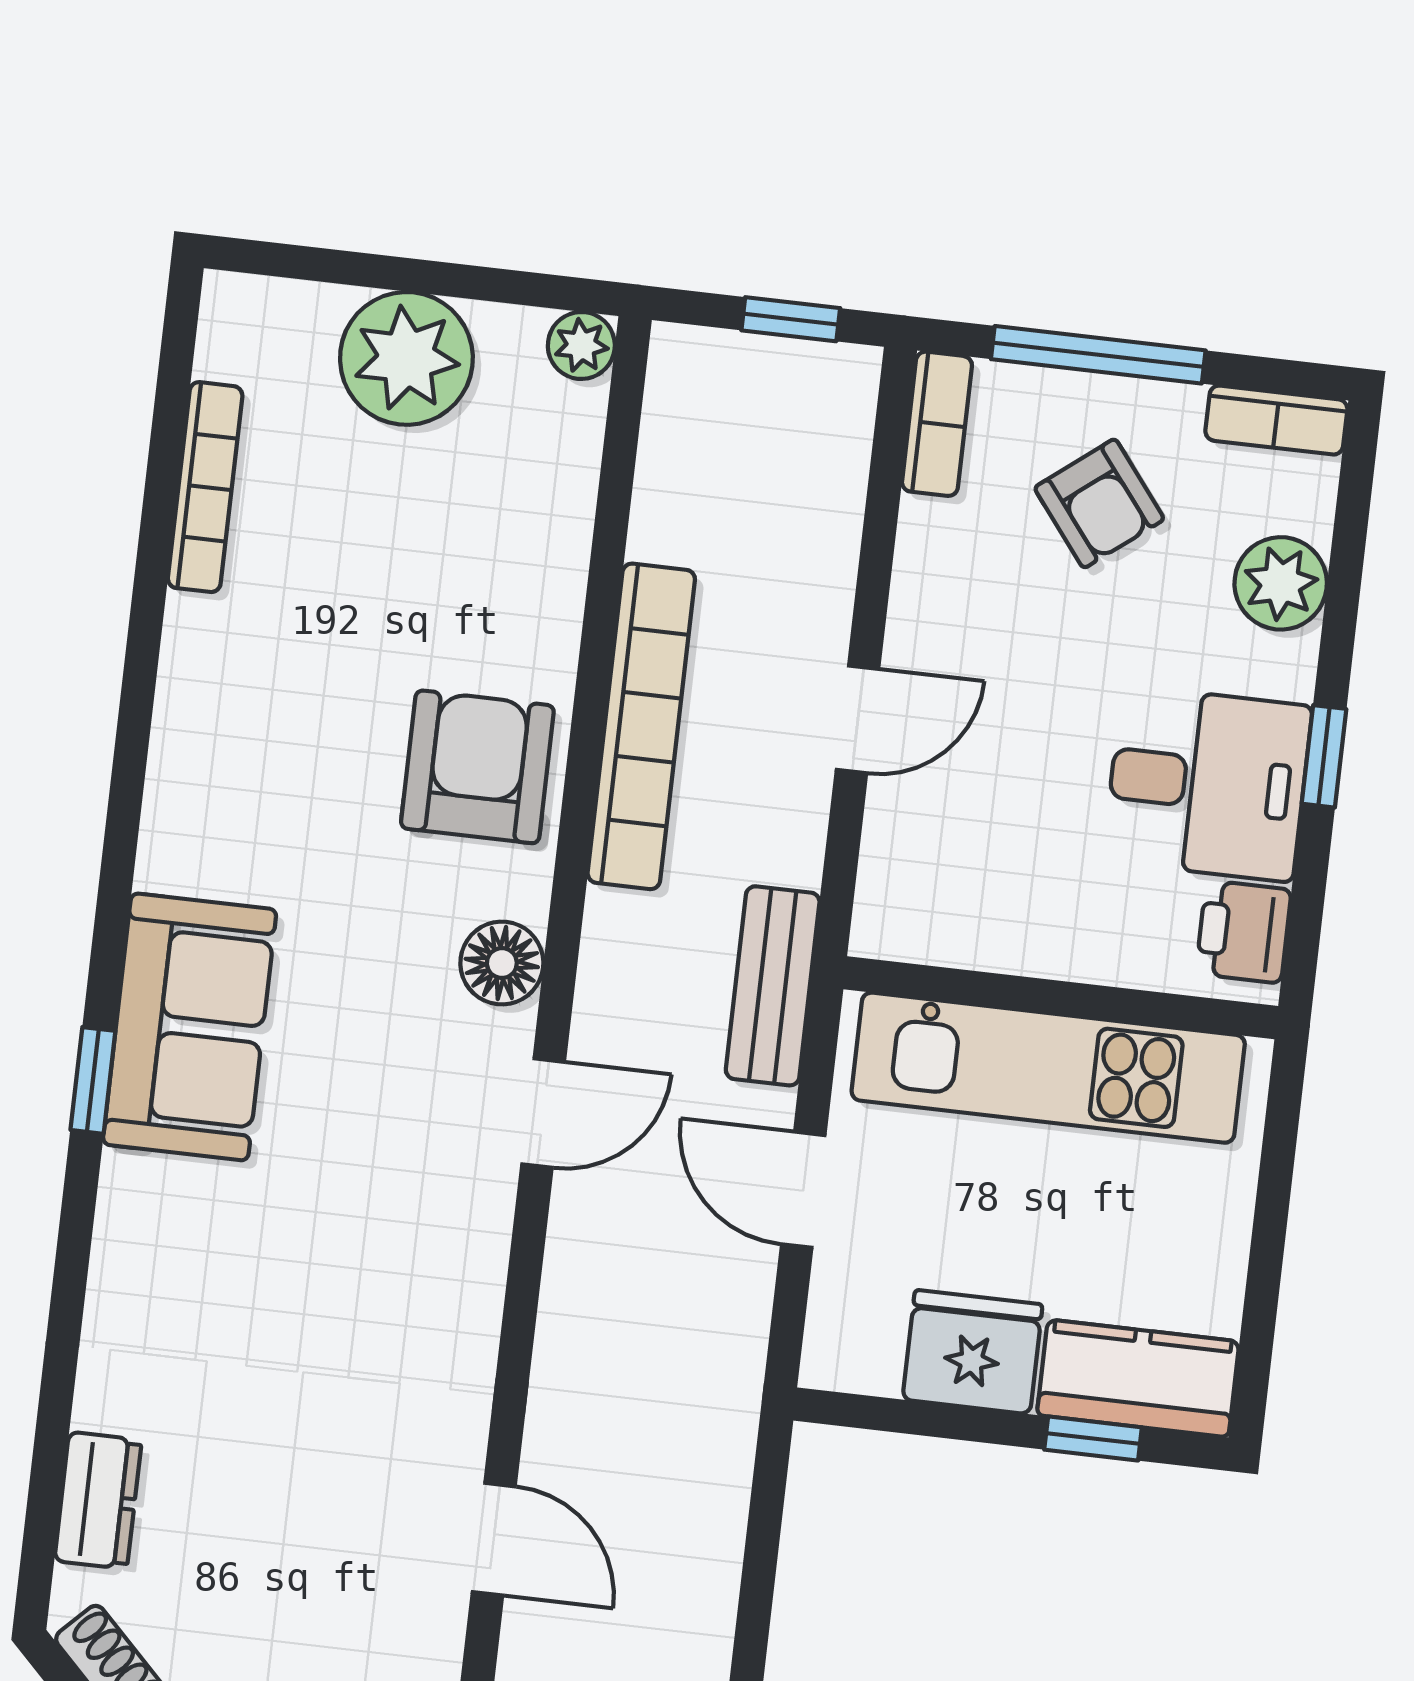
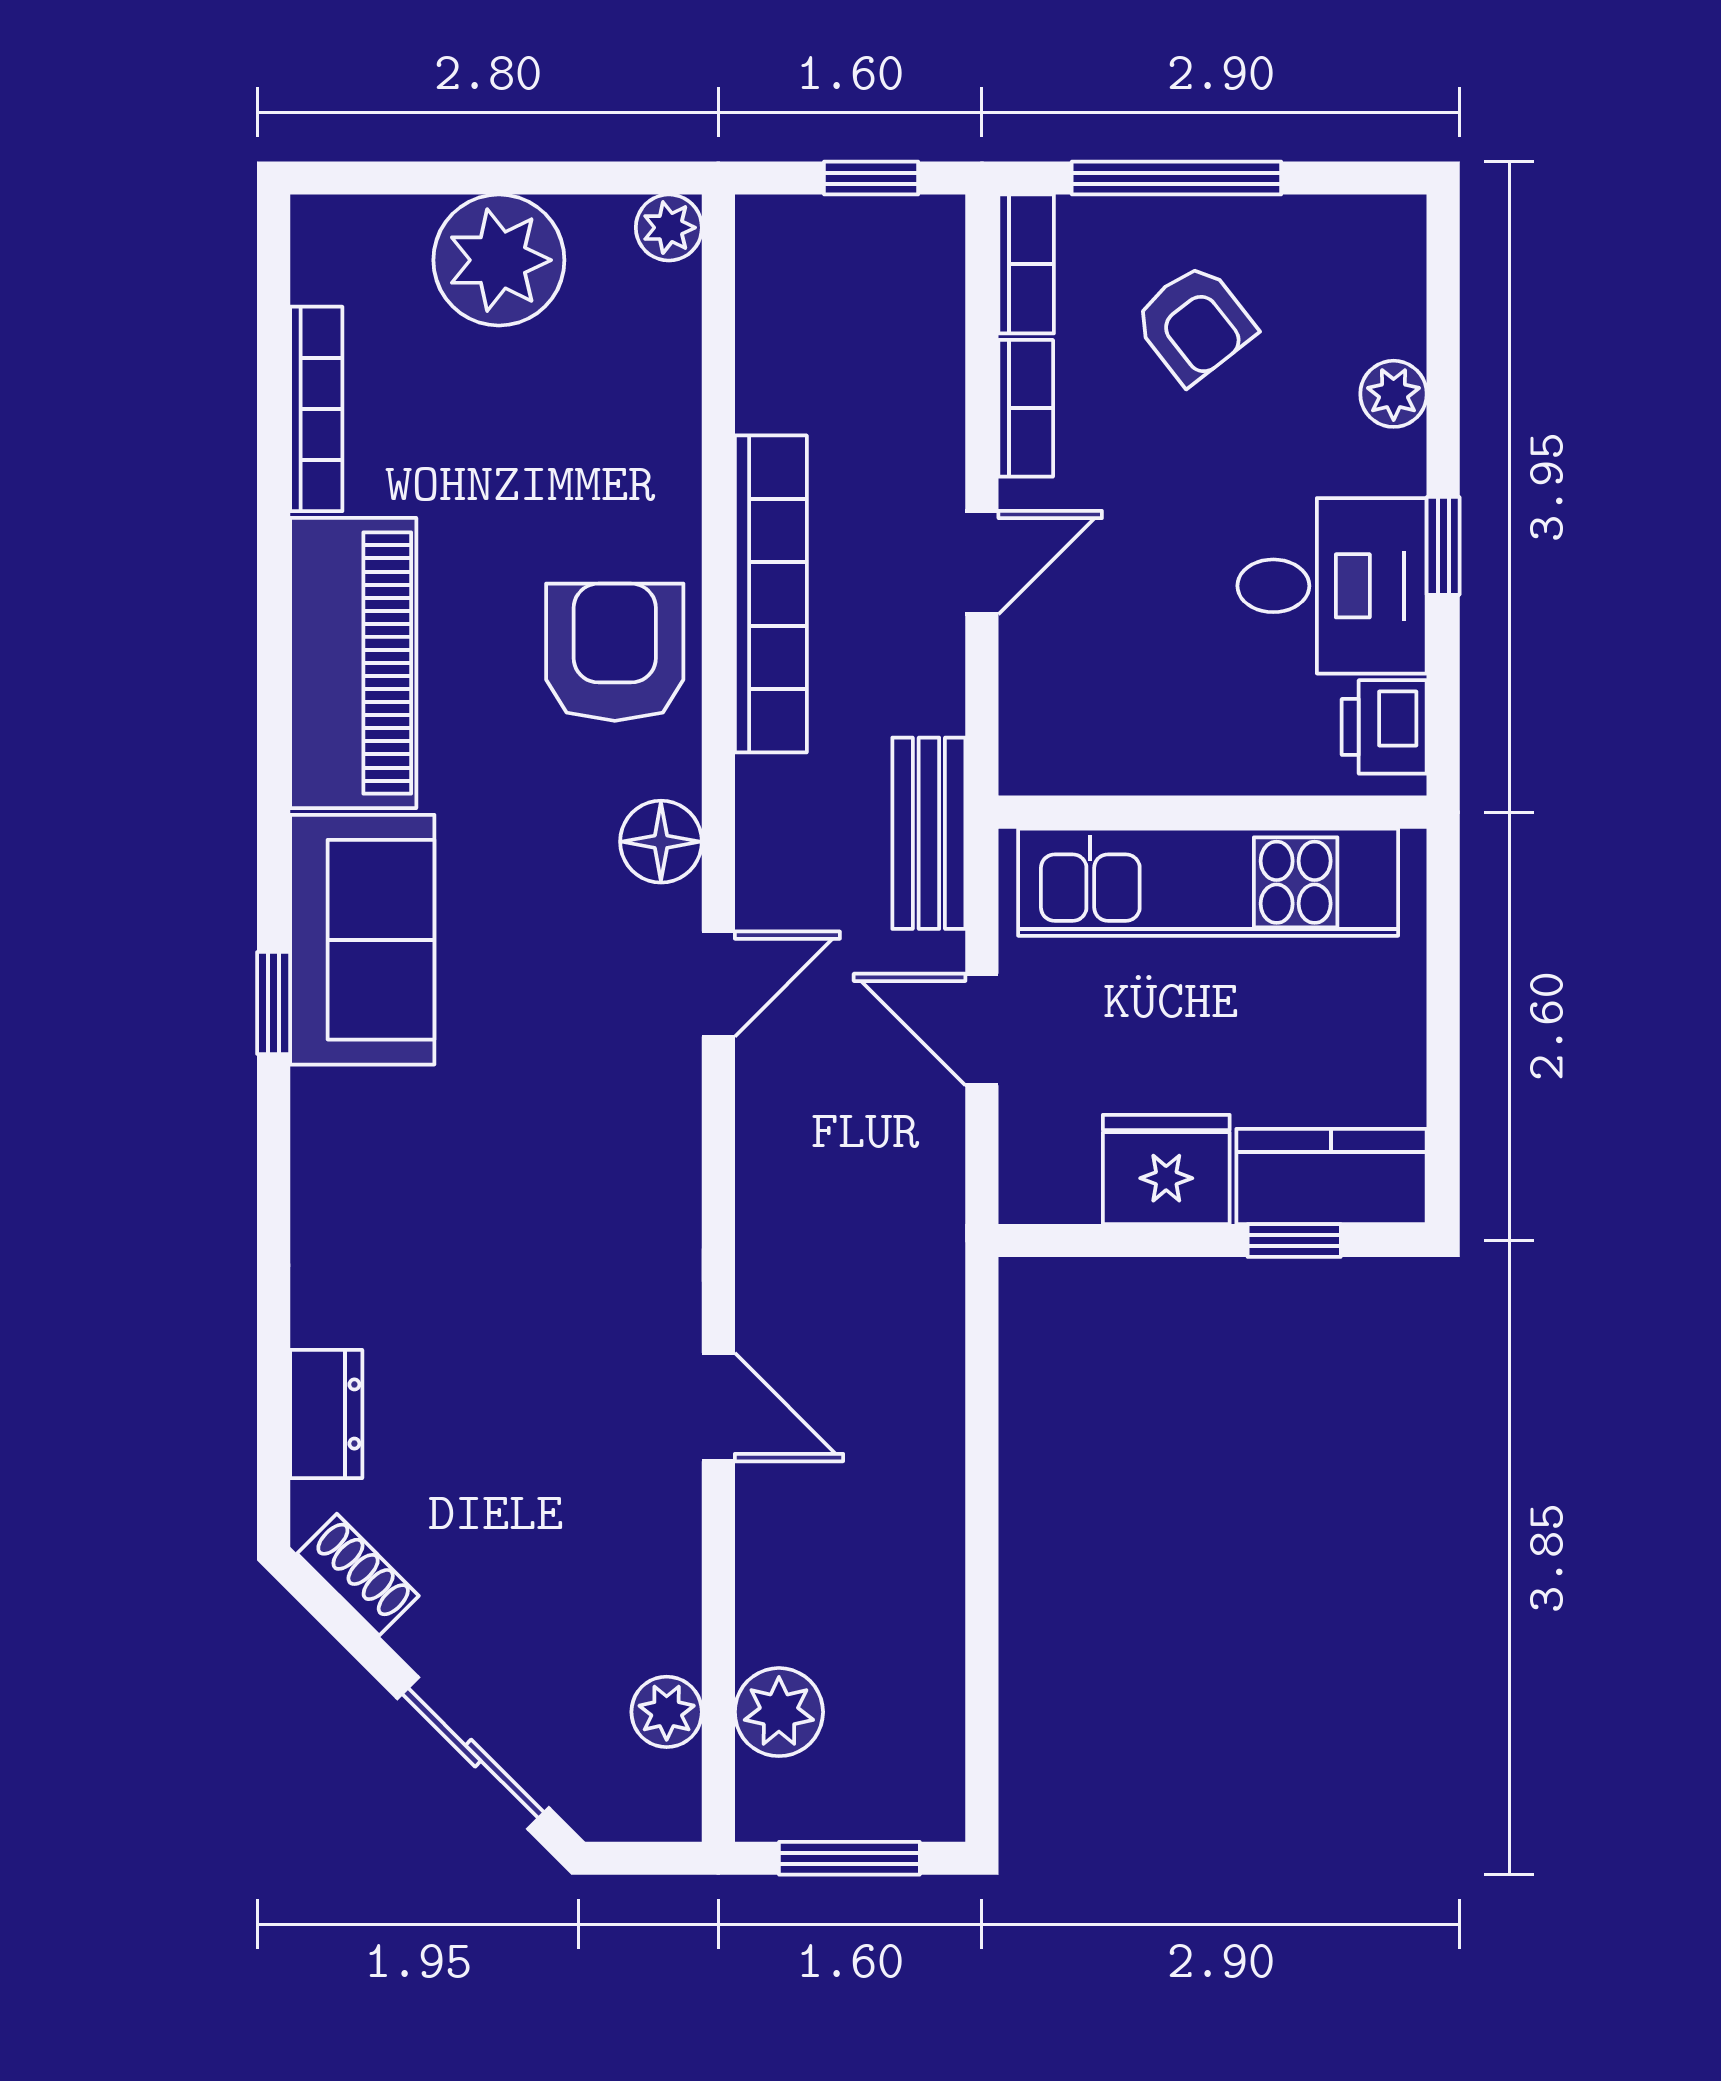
bookcase: (1276, 420) -> (1026, 408), moved, turned -90
plant: (1281, 583) -> (1394, 394), width x0.73, depth x0.73
piano: (213, 747) -> (353, 663), added

